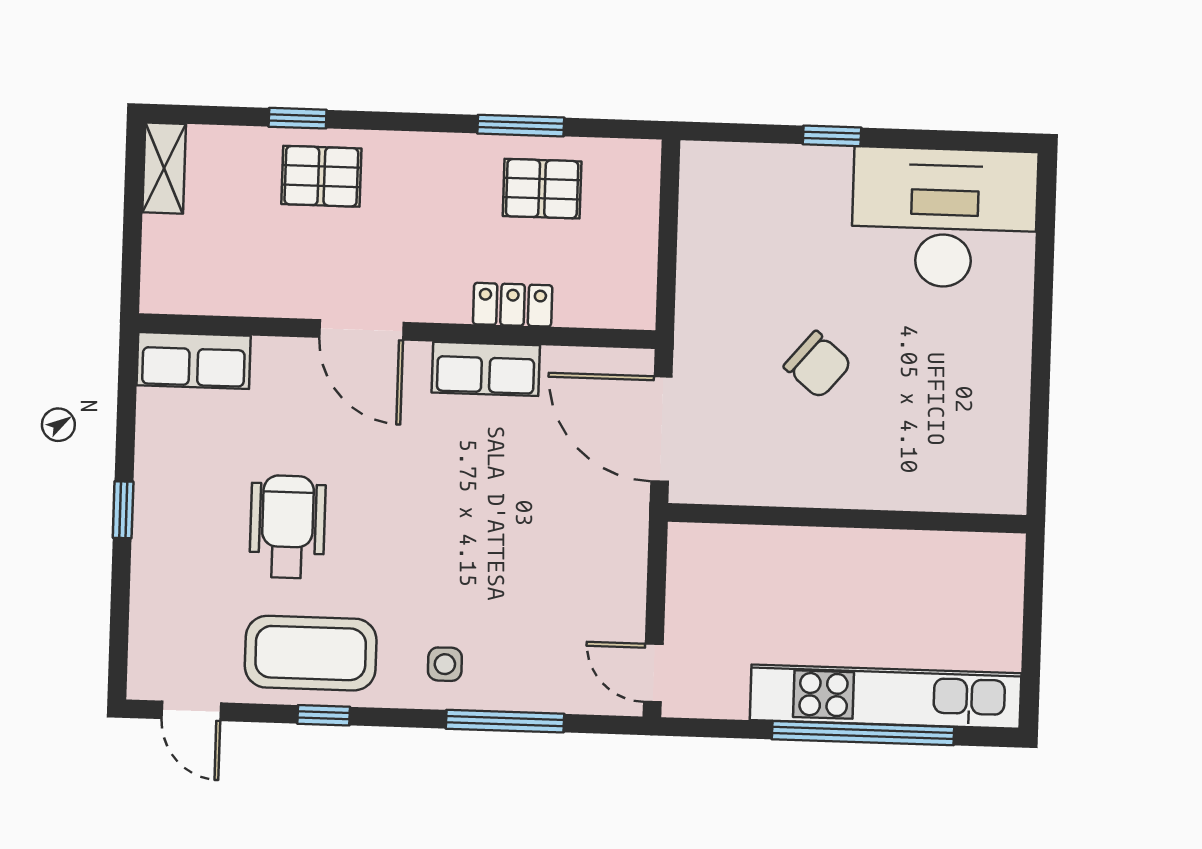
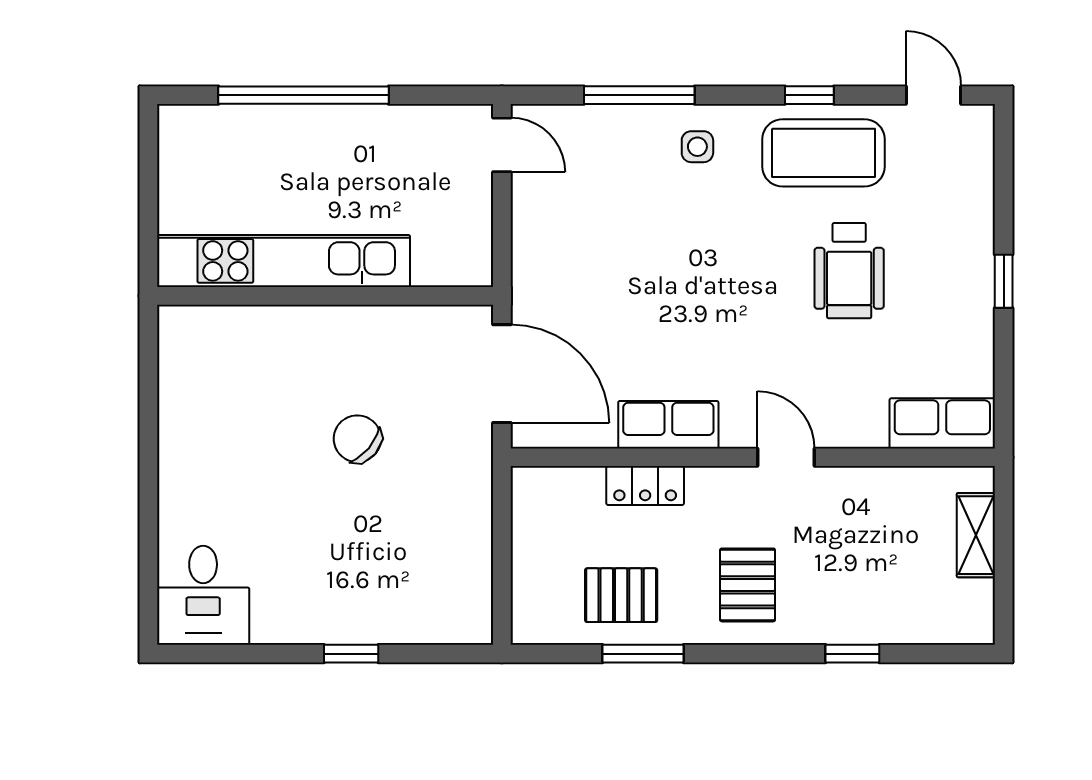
shelving: (164, 168) -> (976, 535), moved
pallet: (321, 176) -> (748, 585), moved, turned 90
desk: (944, 218) -> (203, 595), width x0.53, depth x0.77
door: (361, 330) -> (786, 457), width x0.73
kitchen unit: (886, 697) -> (284, 261), moved, turned 180

